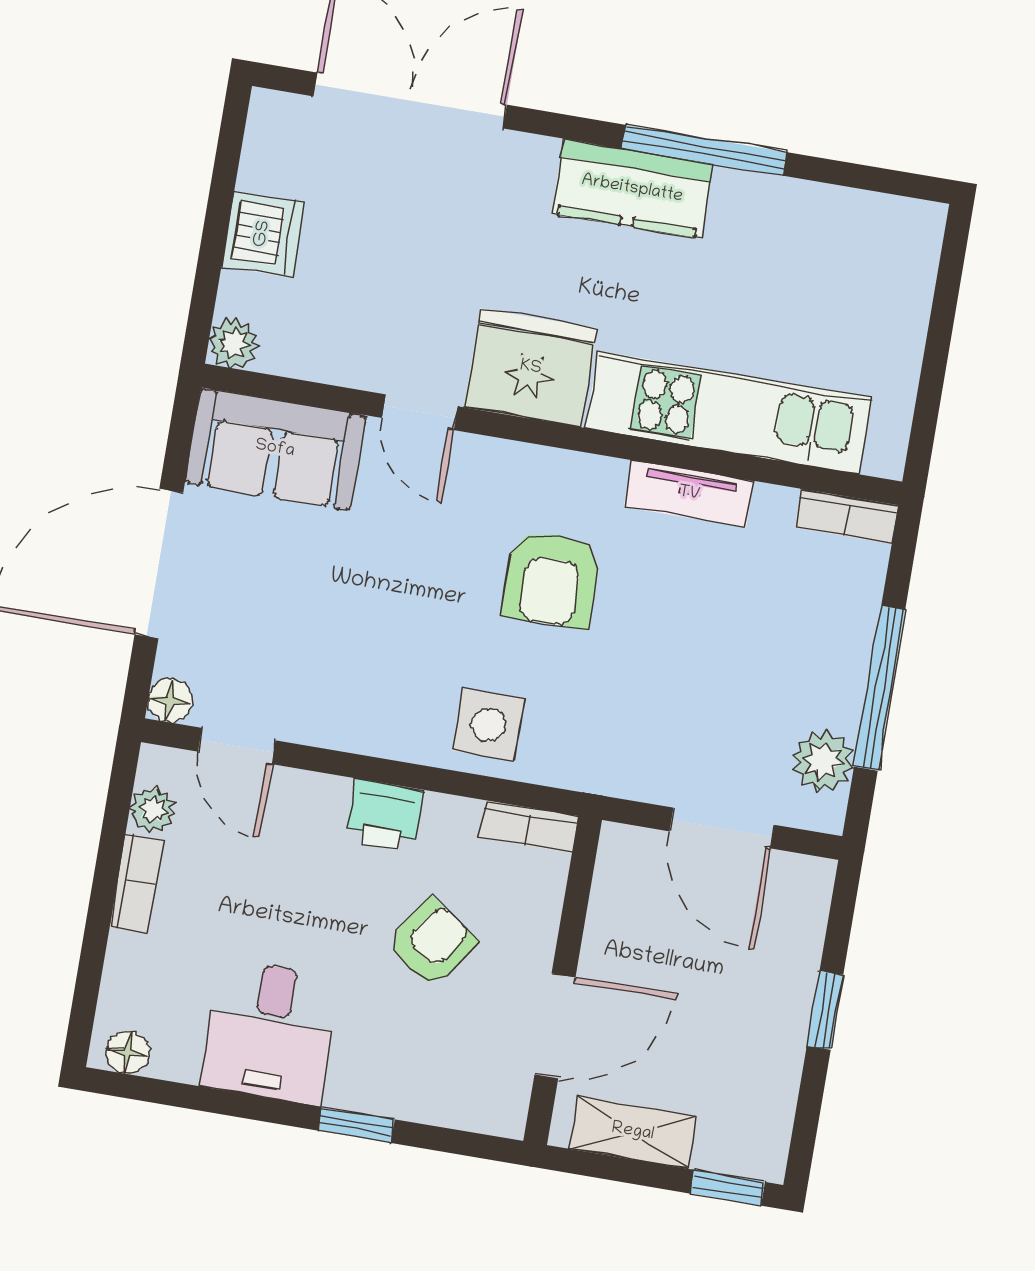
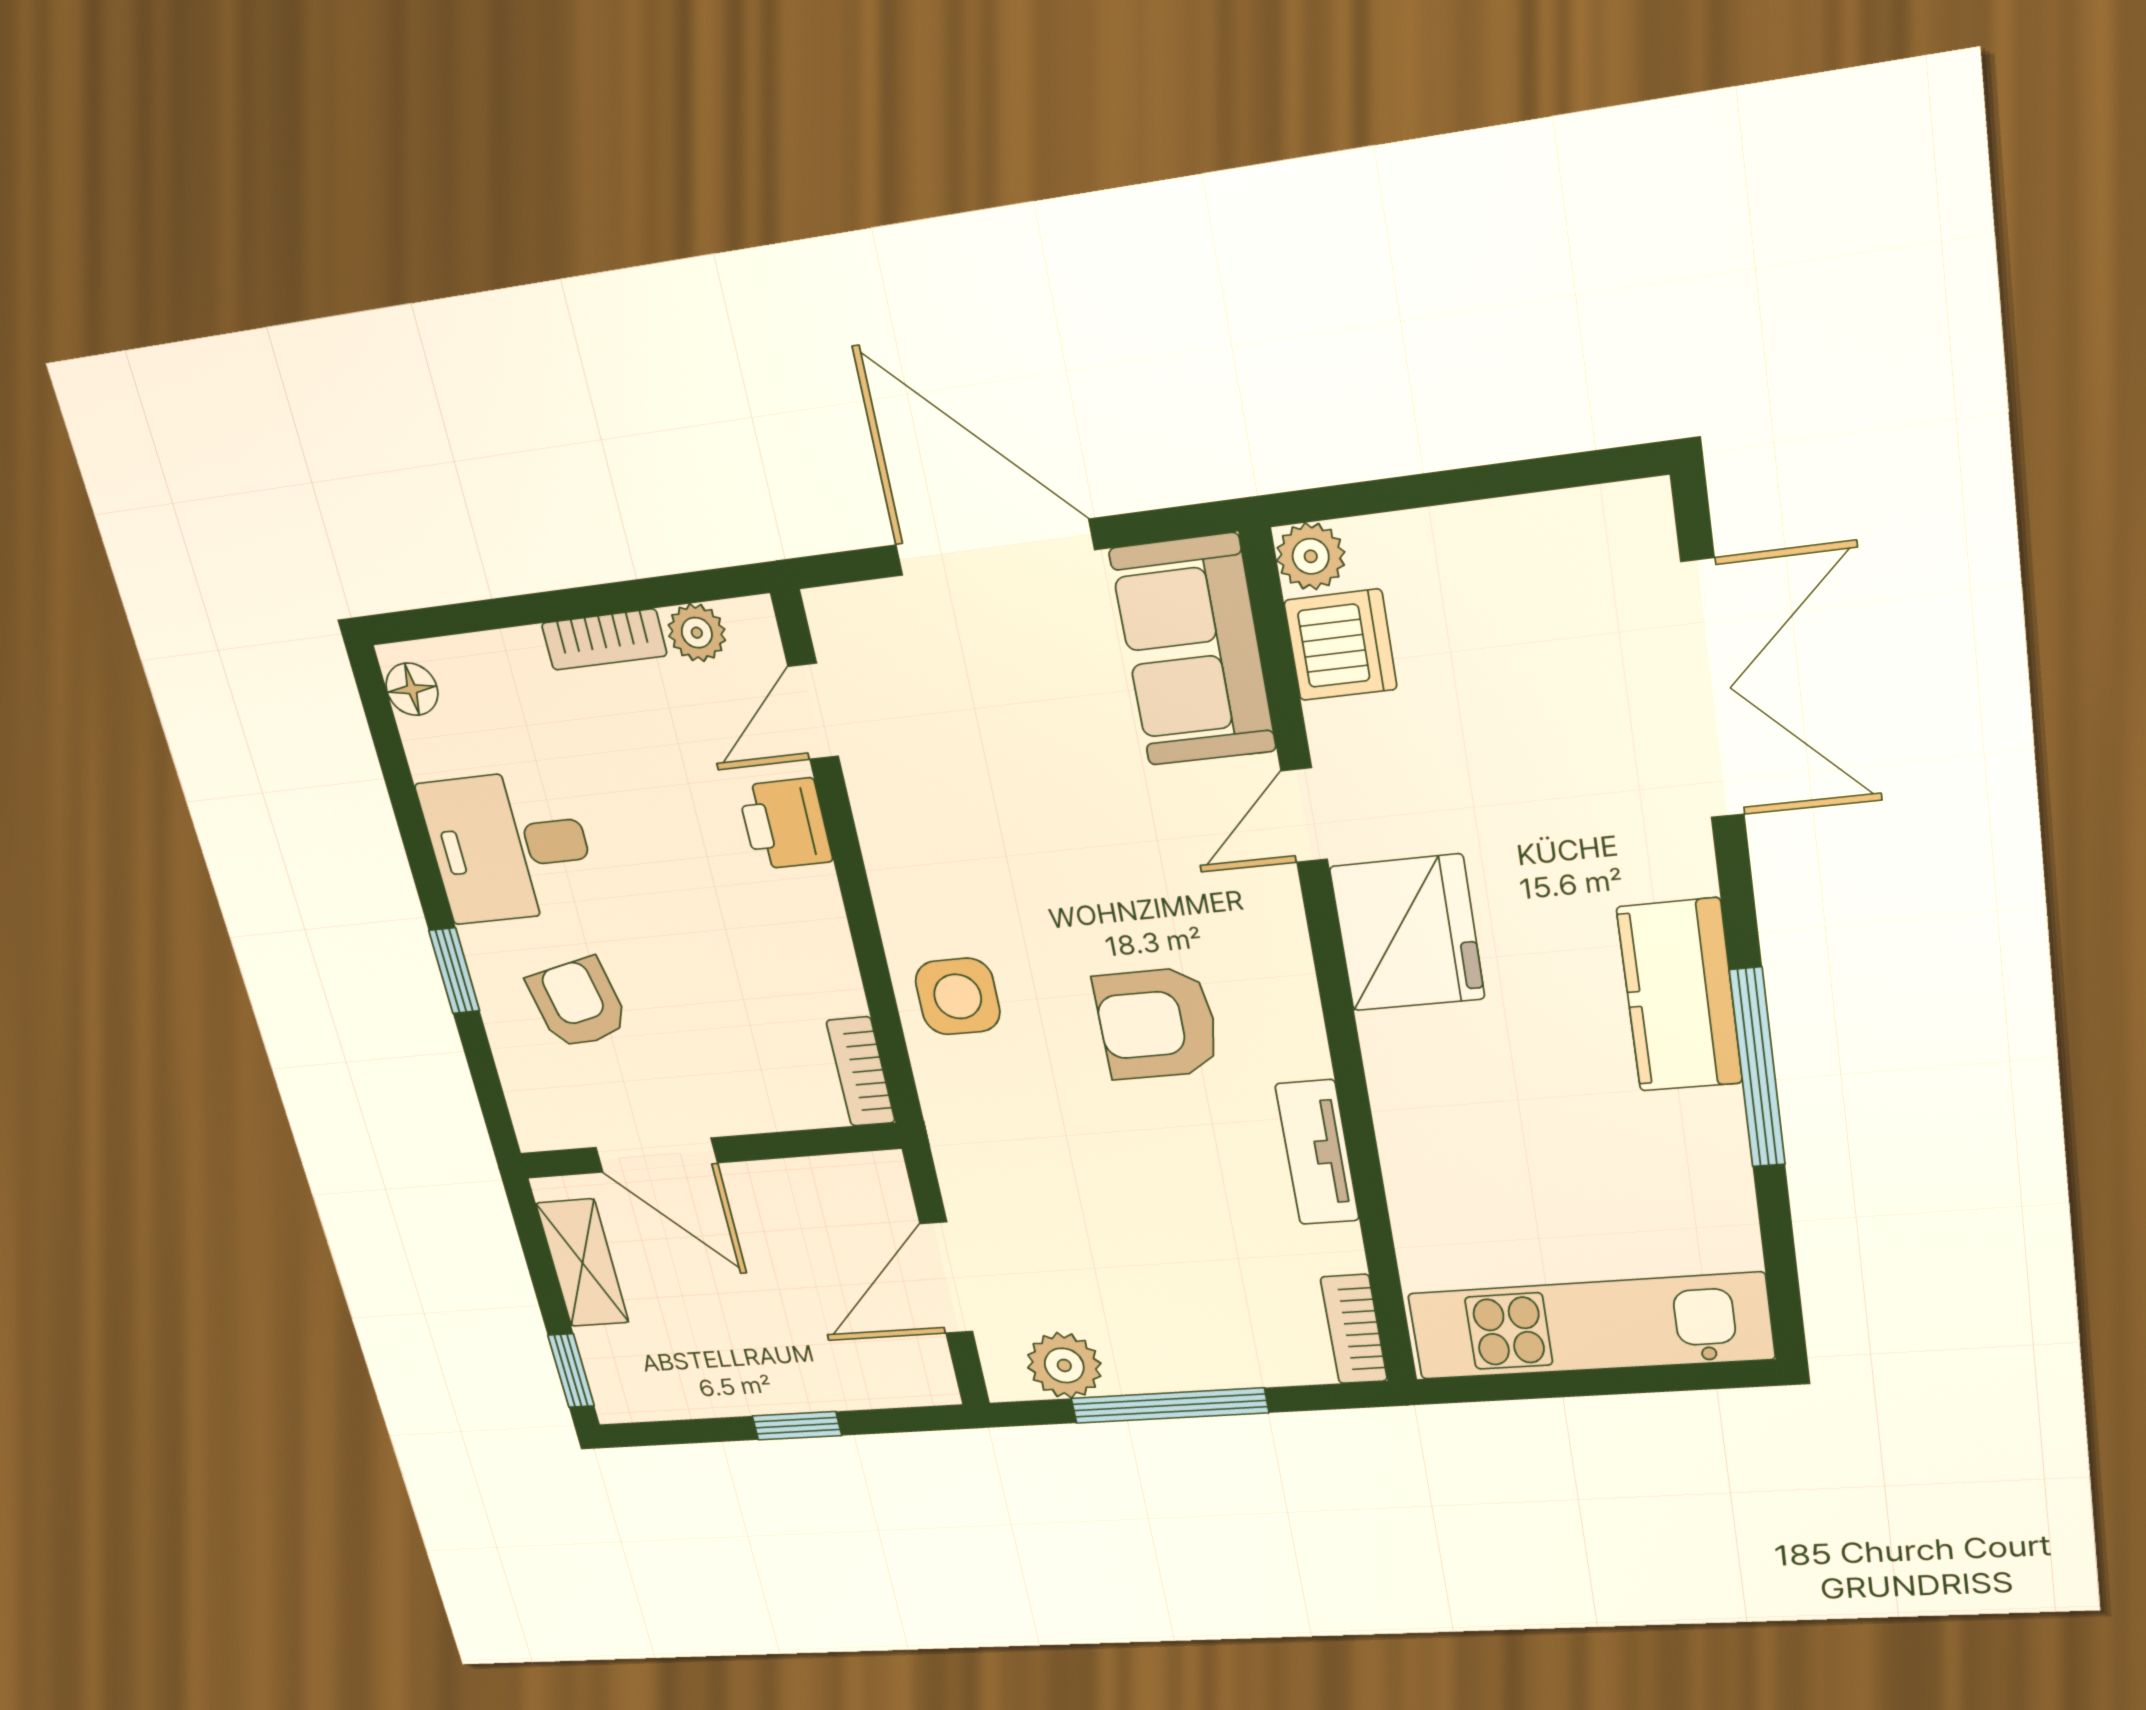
dishwasher: (263, 234) -> (1341, 645), moved, turned -90
kitchen unit: (729, 413) -> (1590, 1326), moved, turned -90
floor lamp: (170, 700) -> (834, 614), removed
printer: (384, 815) -> (785, 824), moved
armchair: (432, 943) -> (578, 1003), moved, turned -136

